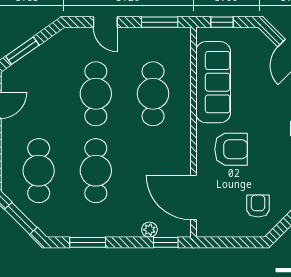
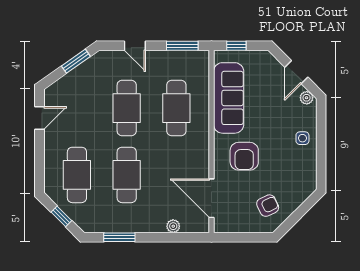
window: (22, 51) -> (76, 61), moved
armchair: (231, 149) -> (244, 156), turned 90
armchair: (258, 206) -> (268, 206), turned 64
window: (21, 218) -> (61, 216), width x0.67
window: (166, 242) -> (187, 237), removed

